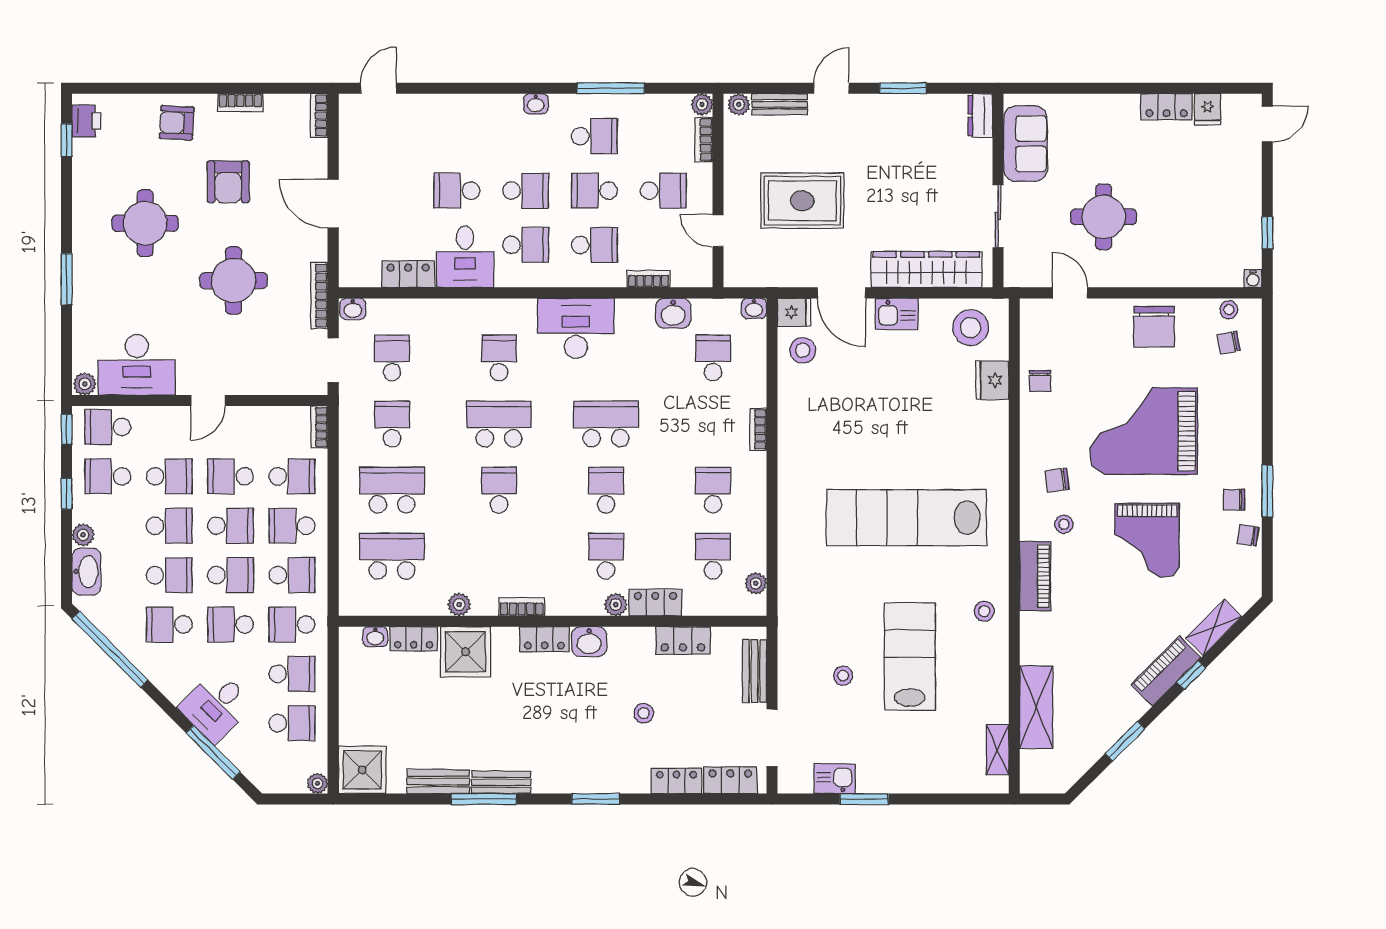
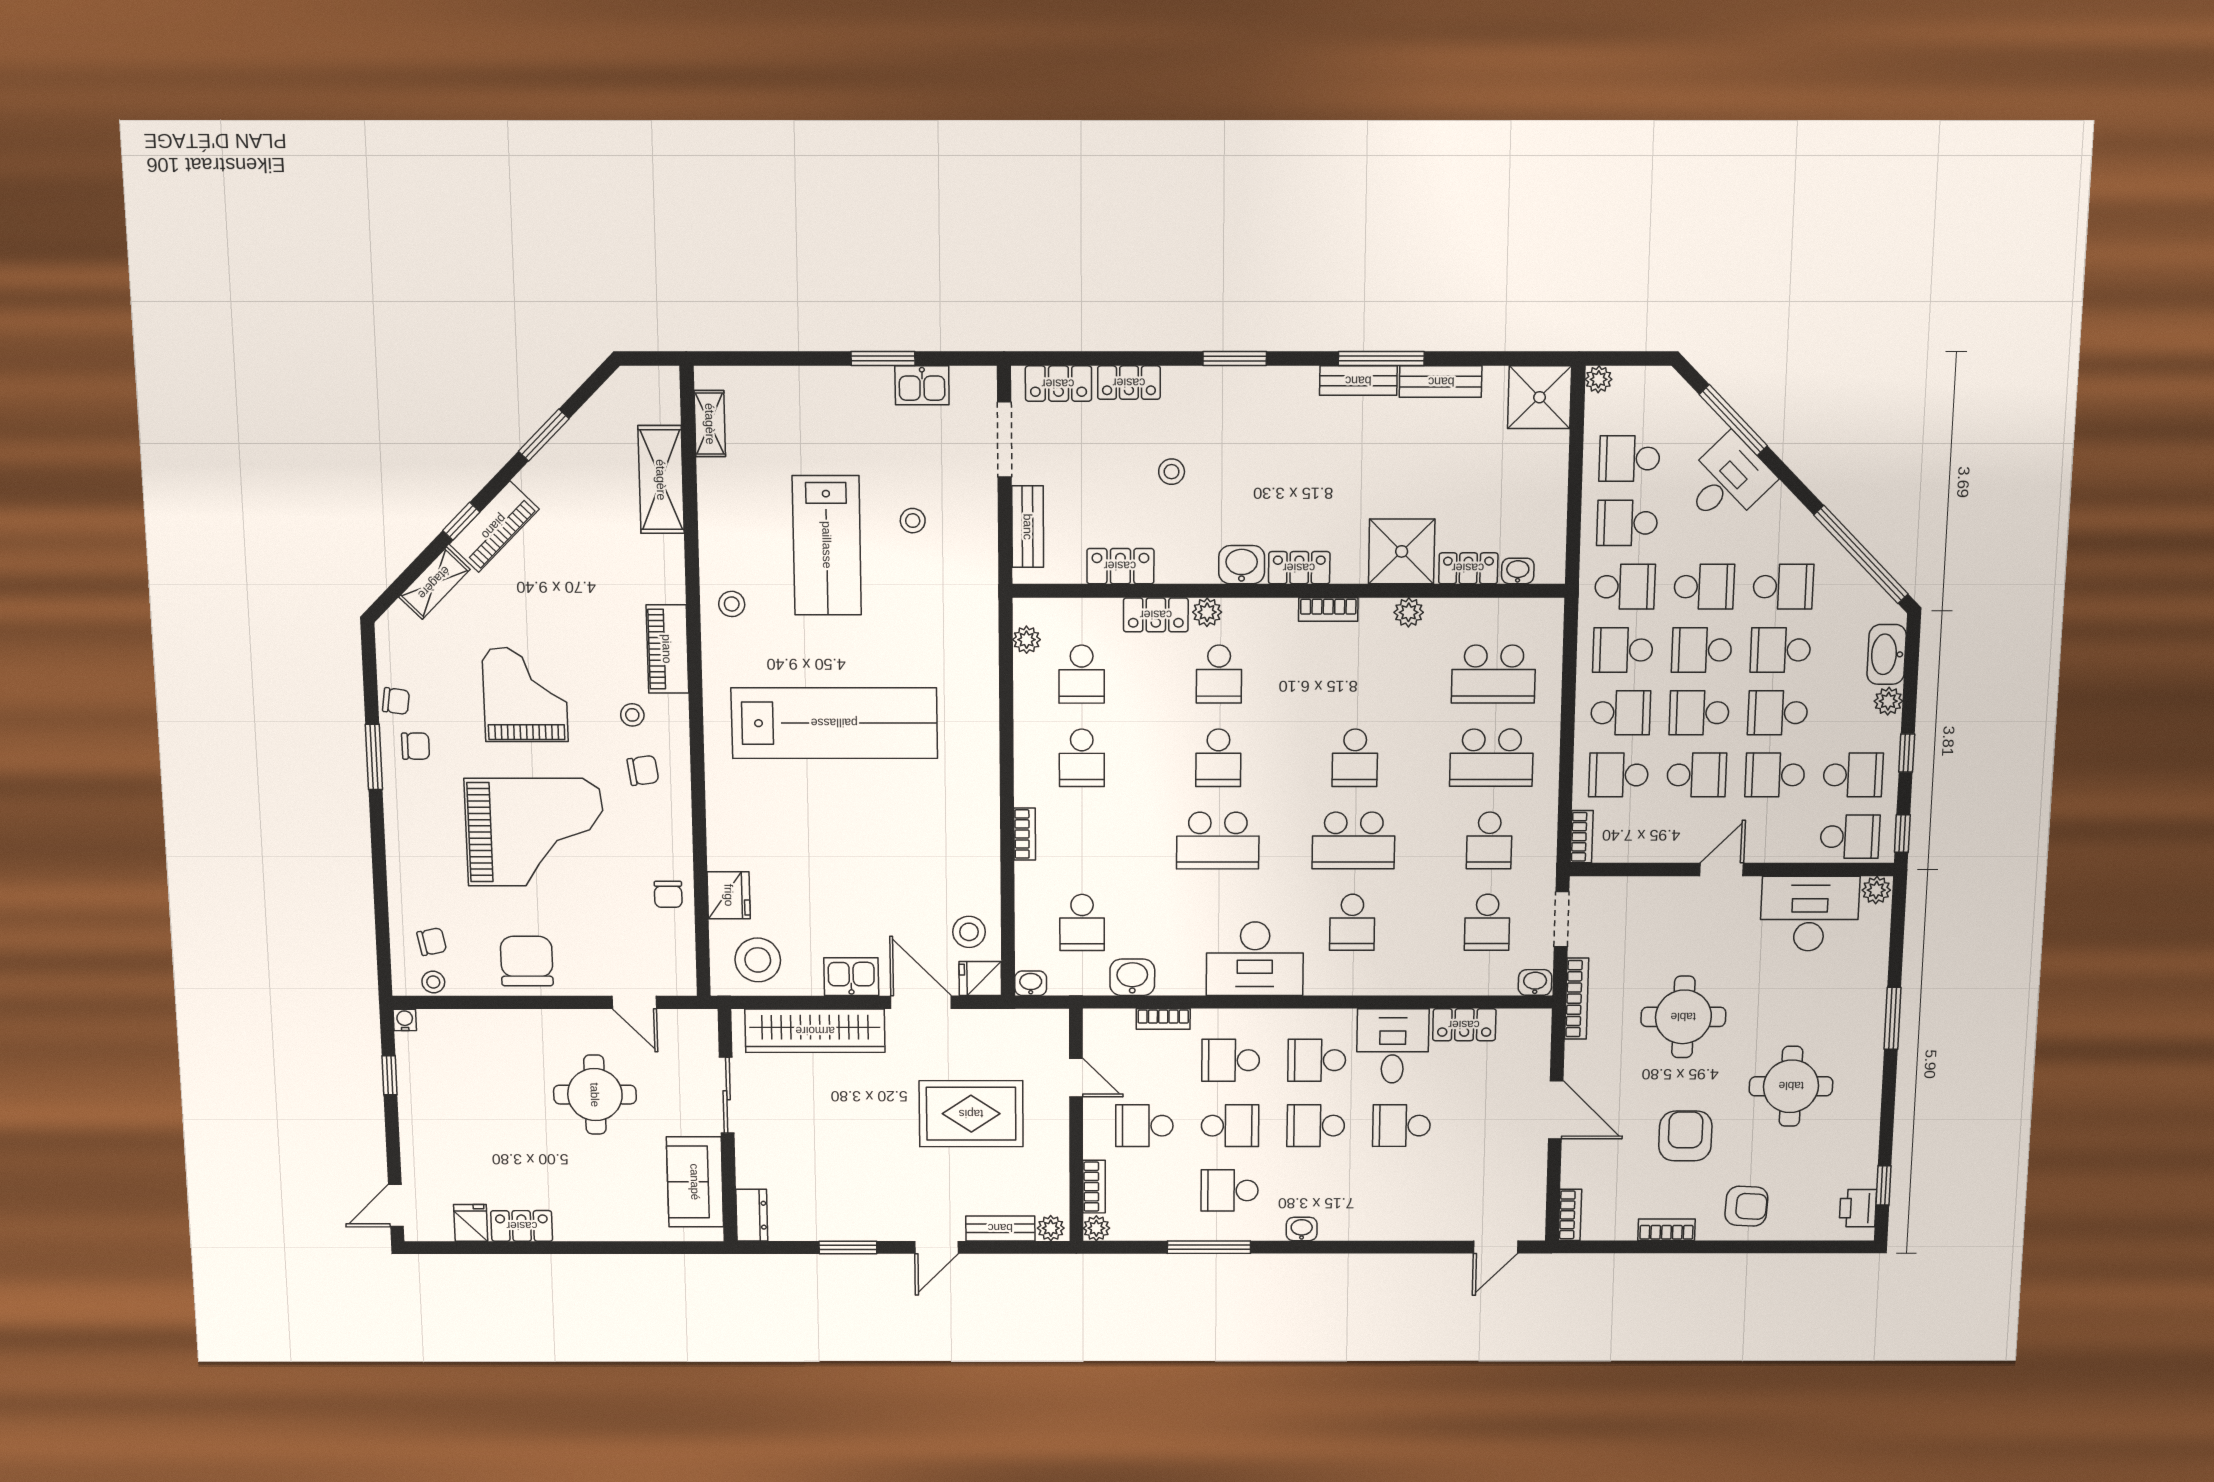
school desk: (457, 191) -> (1401, 1126), turned 180
chair: (1040, 381) -> (668, 894), turned 180

